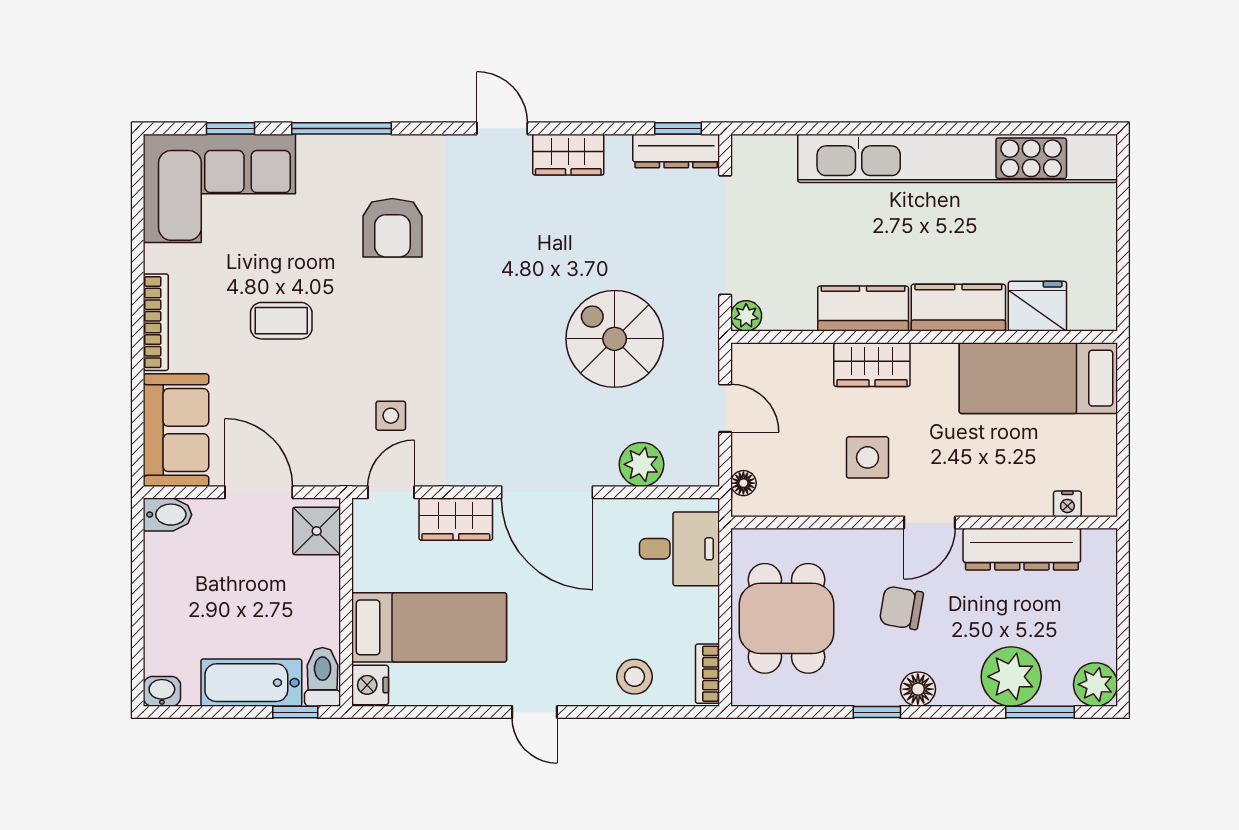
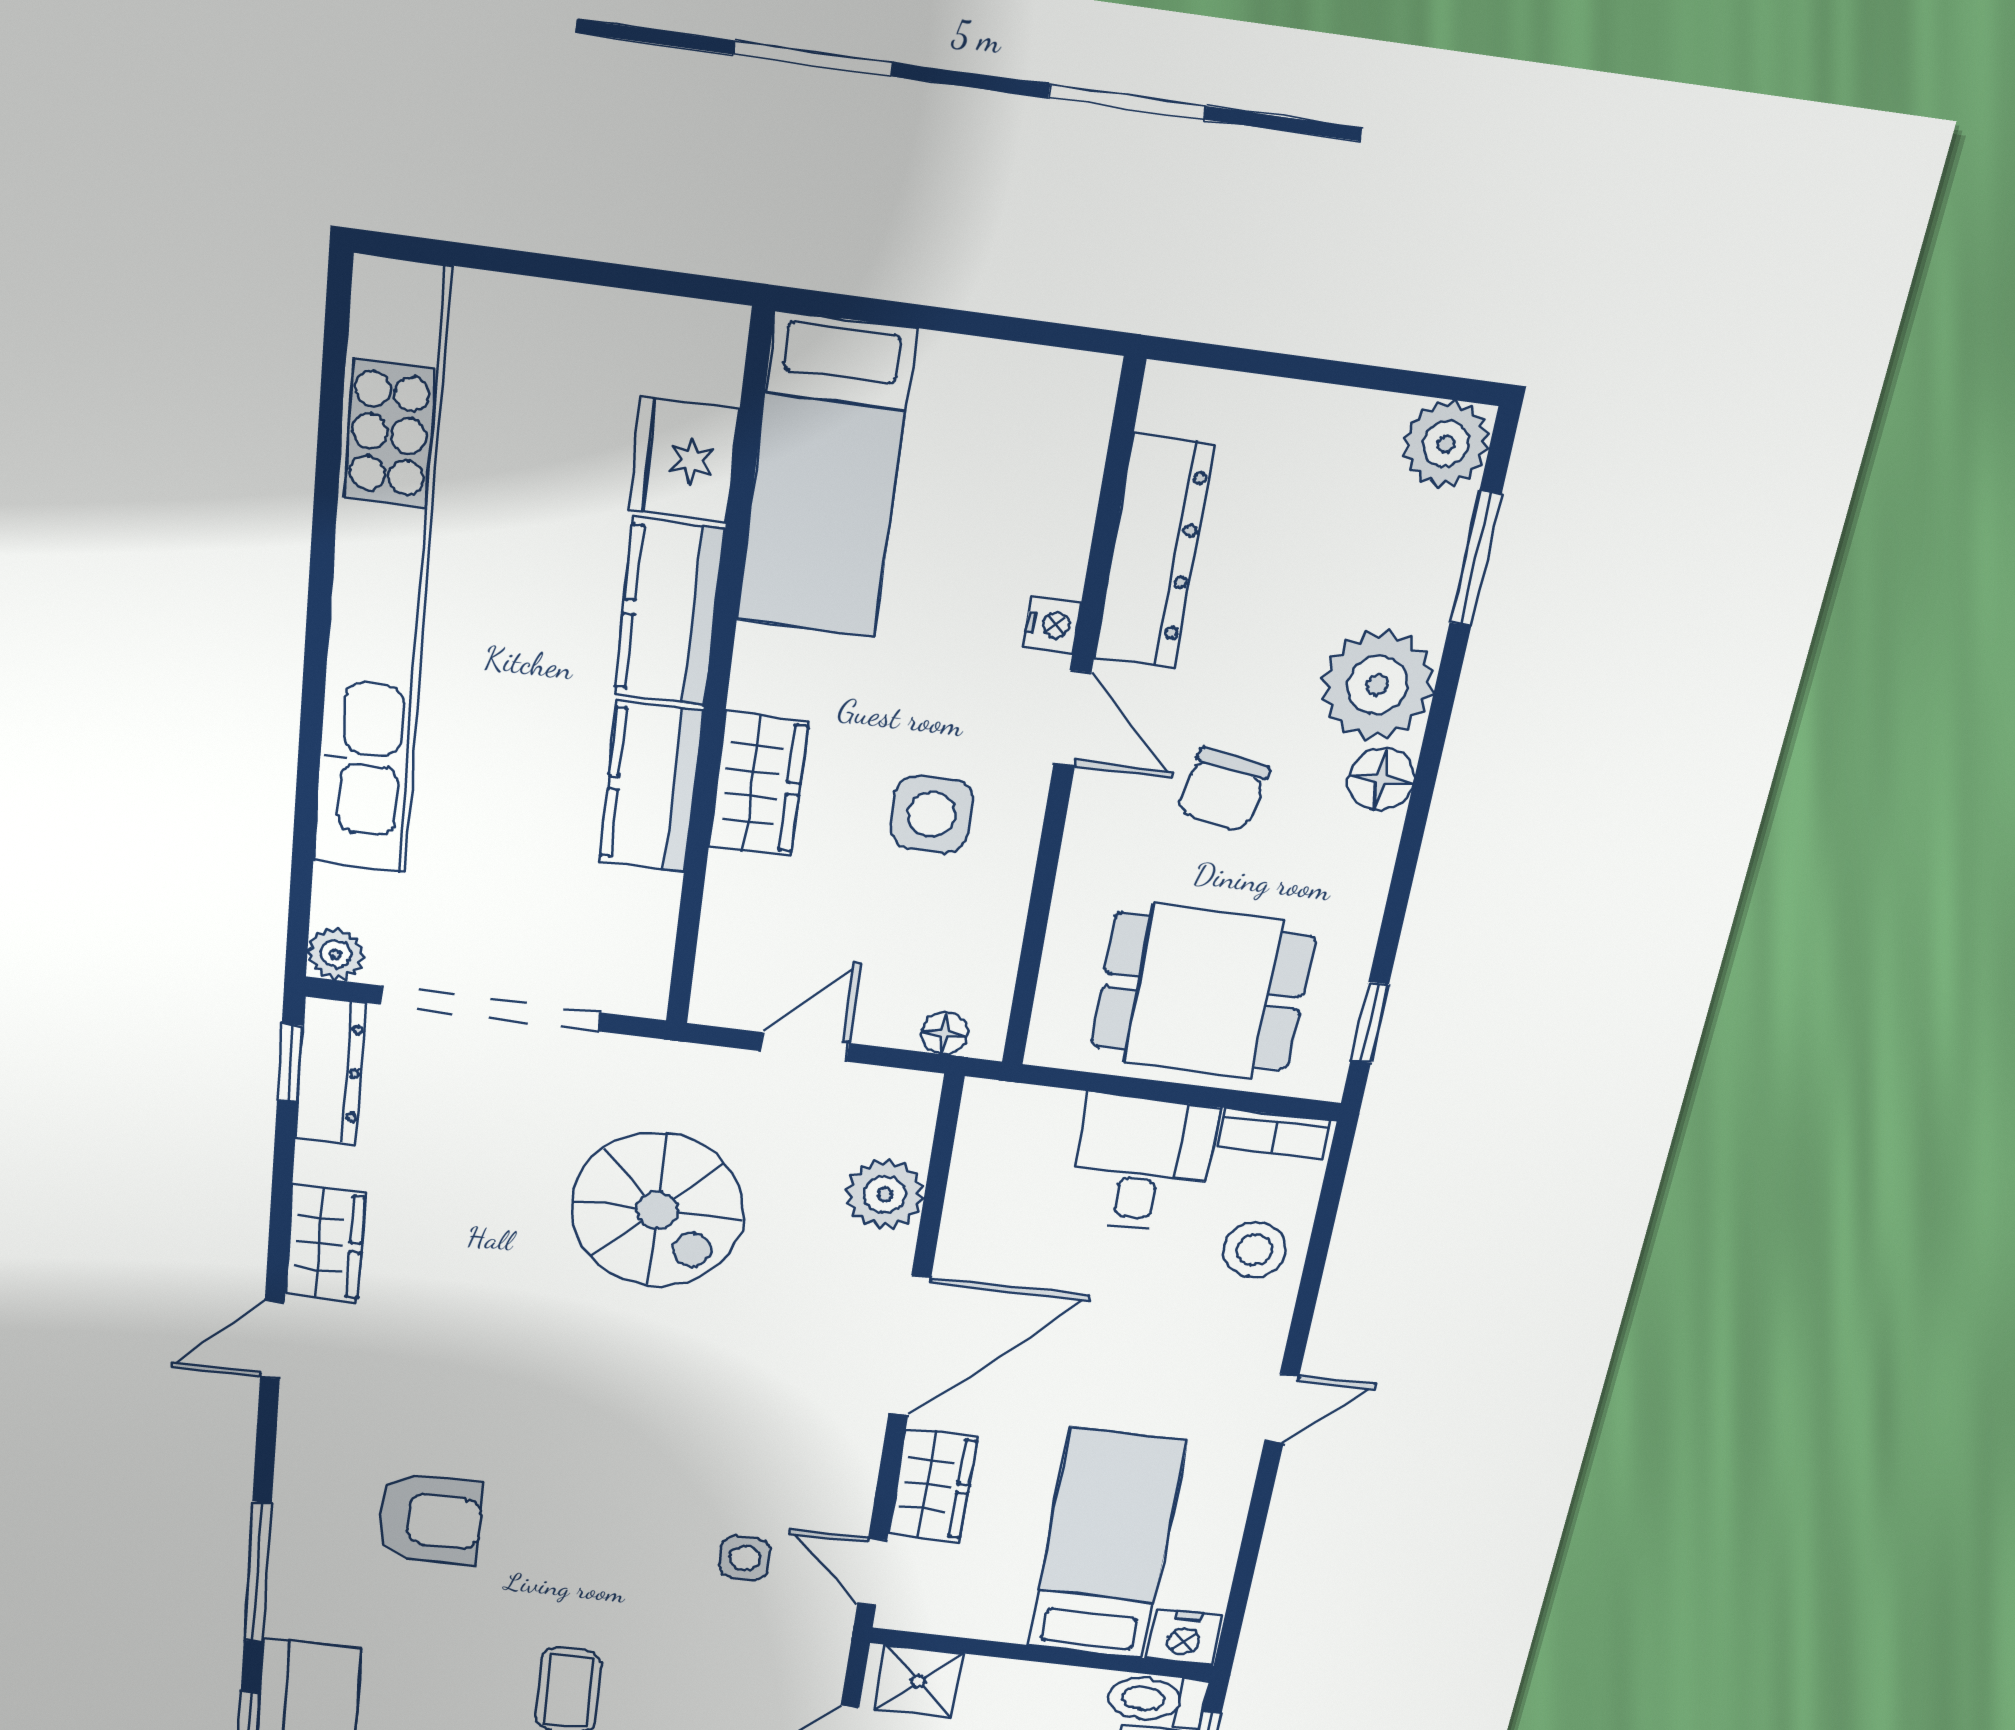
plant: (746, 316) -> (336, 954), moved
spiral stairs: (615, 339) -> (657, 1210), turned -90
nightstand: (1067, 504) -> (1052, 625), moved
desk: (680, 549) -> (1142, 1164), moved
plant: (1011, 677) -> (1377, 685), moved
window: (877, 712) -> (1370, 1023), moved

